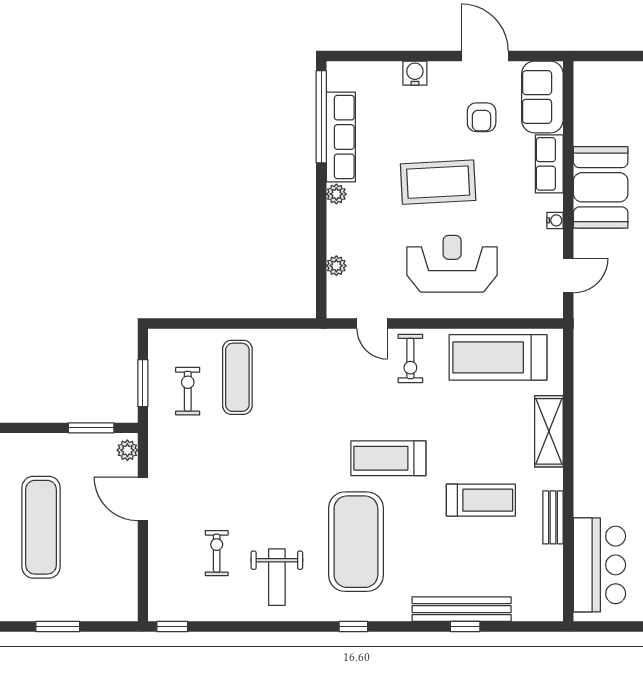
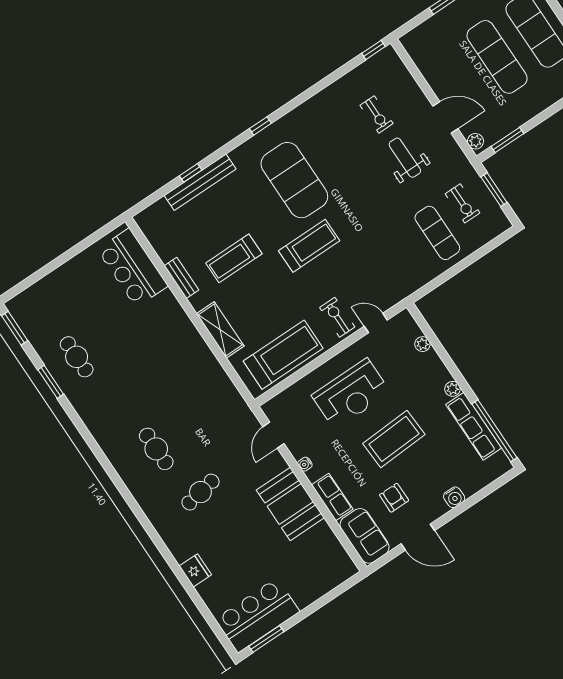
weight bench: (277, 577) -> (405, 158), moved

